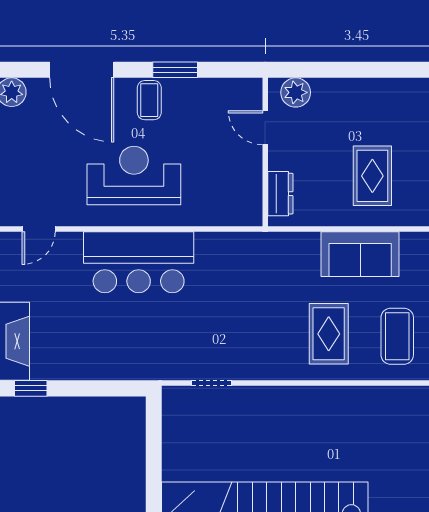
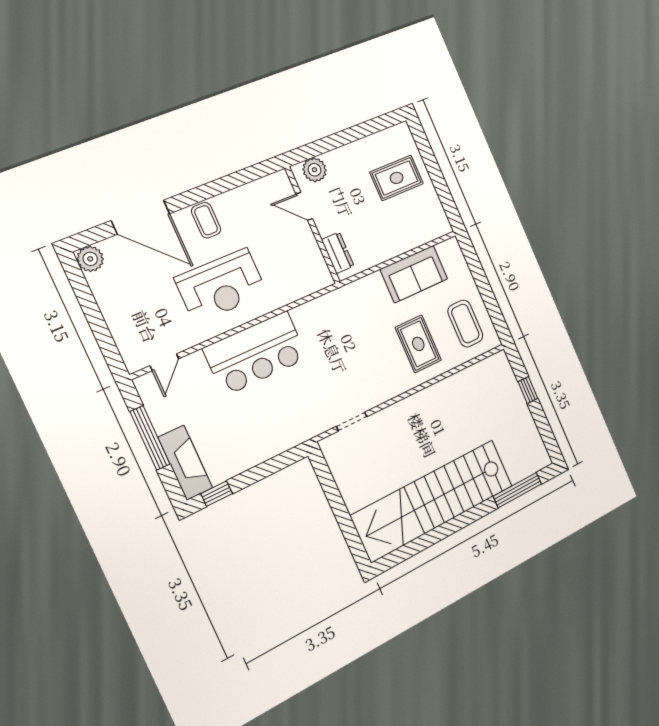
window: (175, 70) -> (216, 188), removed
reception desk: (134, 176) -> (221, 286), turned 180
rug: (372, 176) -> (397, 178), moved, turned 90

